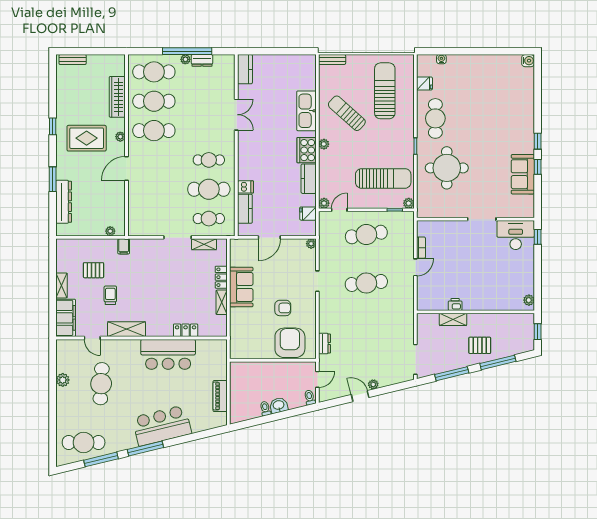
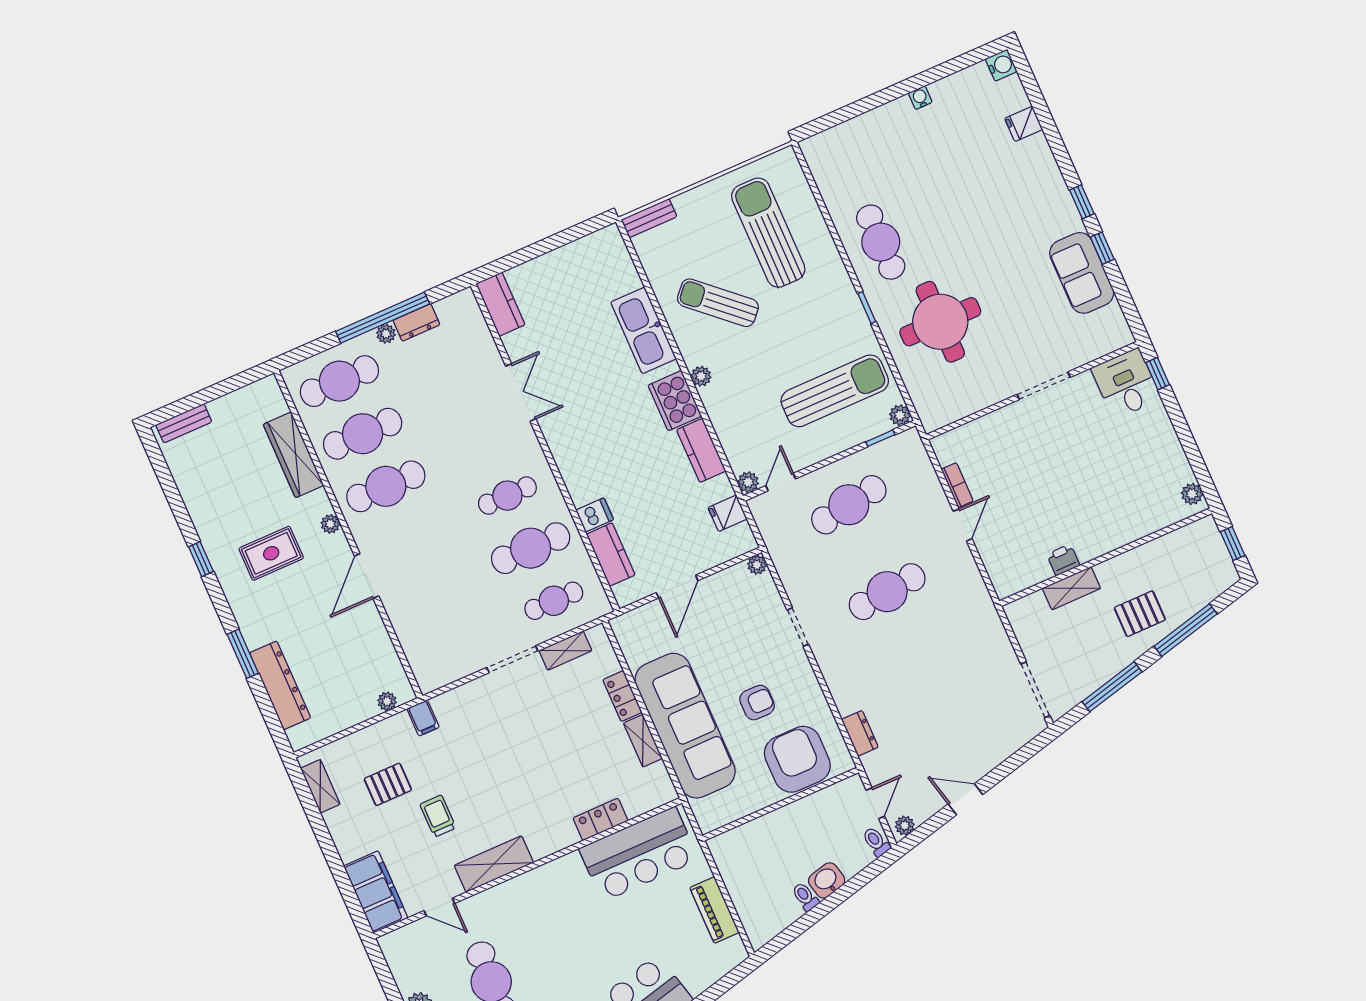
water cooler: (441, 59) -> (920, 98), moved
fridge: (424, 83) -> (1024, 124), moved, turned 180
rug: (87, 138) -> (271, 553), width x0.73, depth x0.70
desk: (516, 235) -> (1126, 384), width x0.73
shelving: (62, 285) -> (320, 786), moved
sofa: (241, 287) -> (685, 726), width x1.85, depth x1.27
bar counter: (168, 354) -> (639, 854), moved
plant: (373, 384) -> (905, 826), moved

